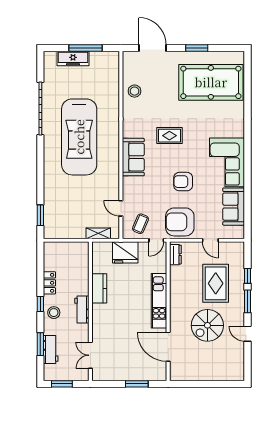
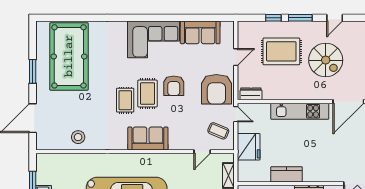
rug: (176, 157) -> (147, 94), added

